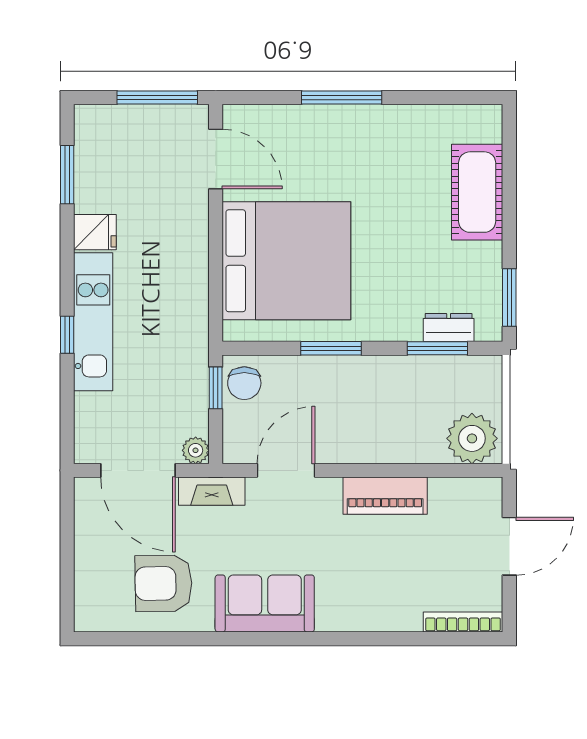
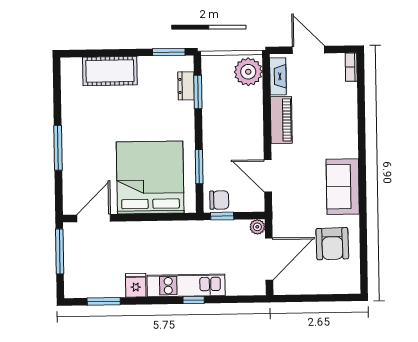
window: (331, 348) -> (199, 167), moved
fireplace: (212, 491) -> (278, 76), moved
bookcase: (463, 622) -> (351, 67), width x0.64

